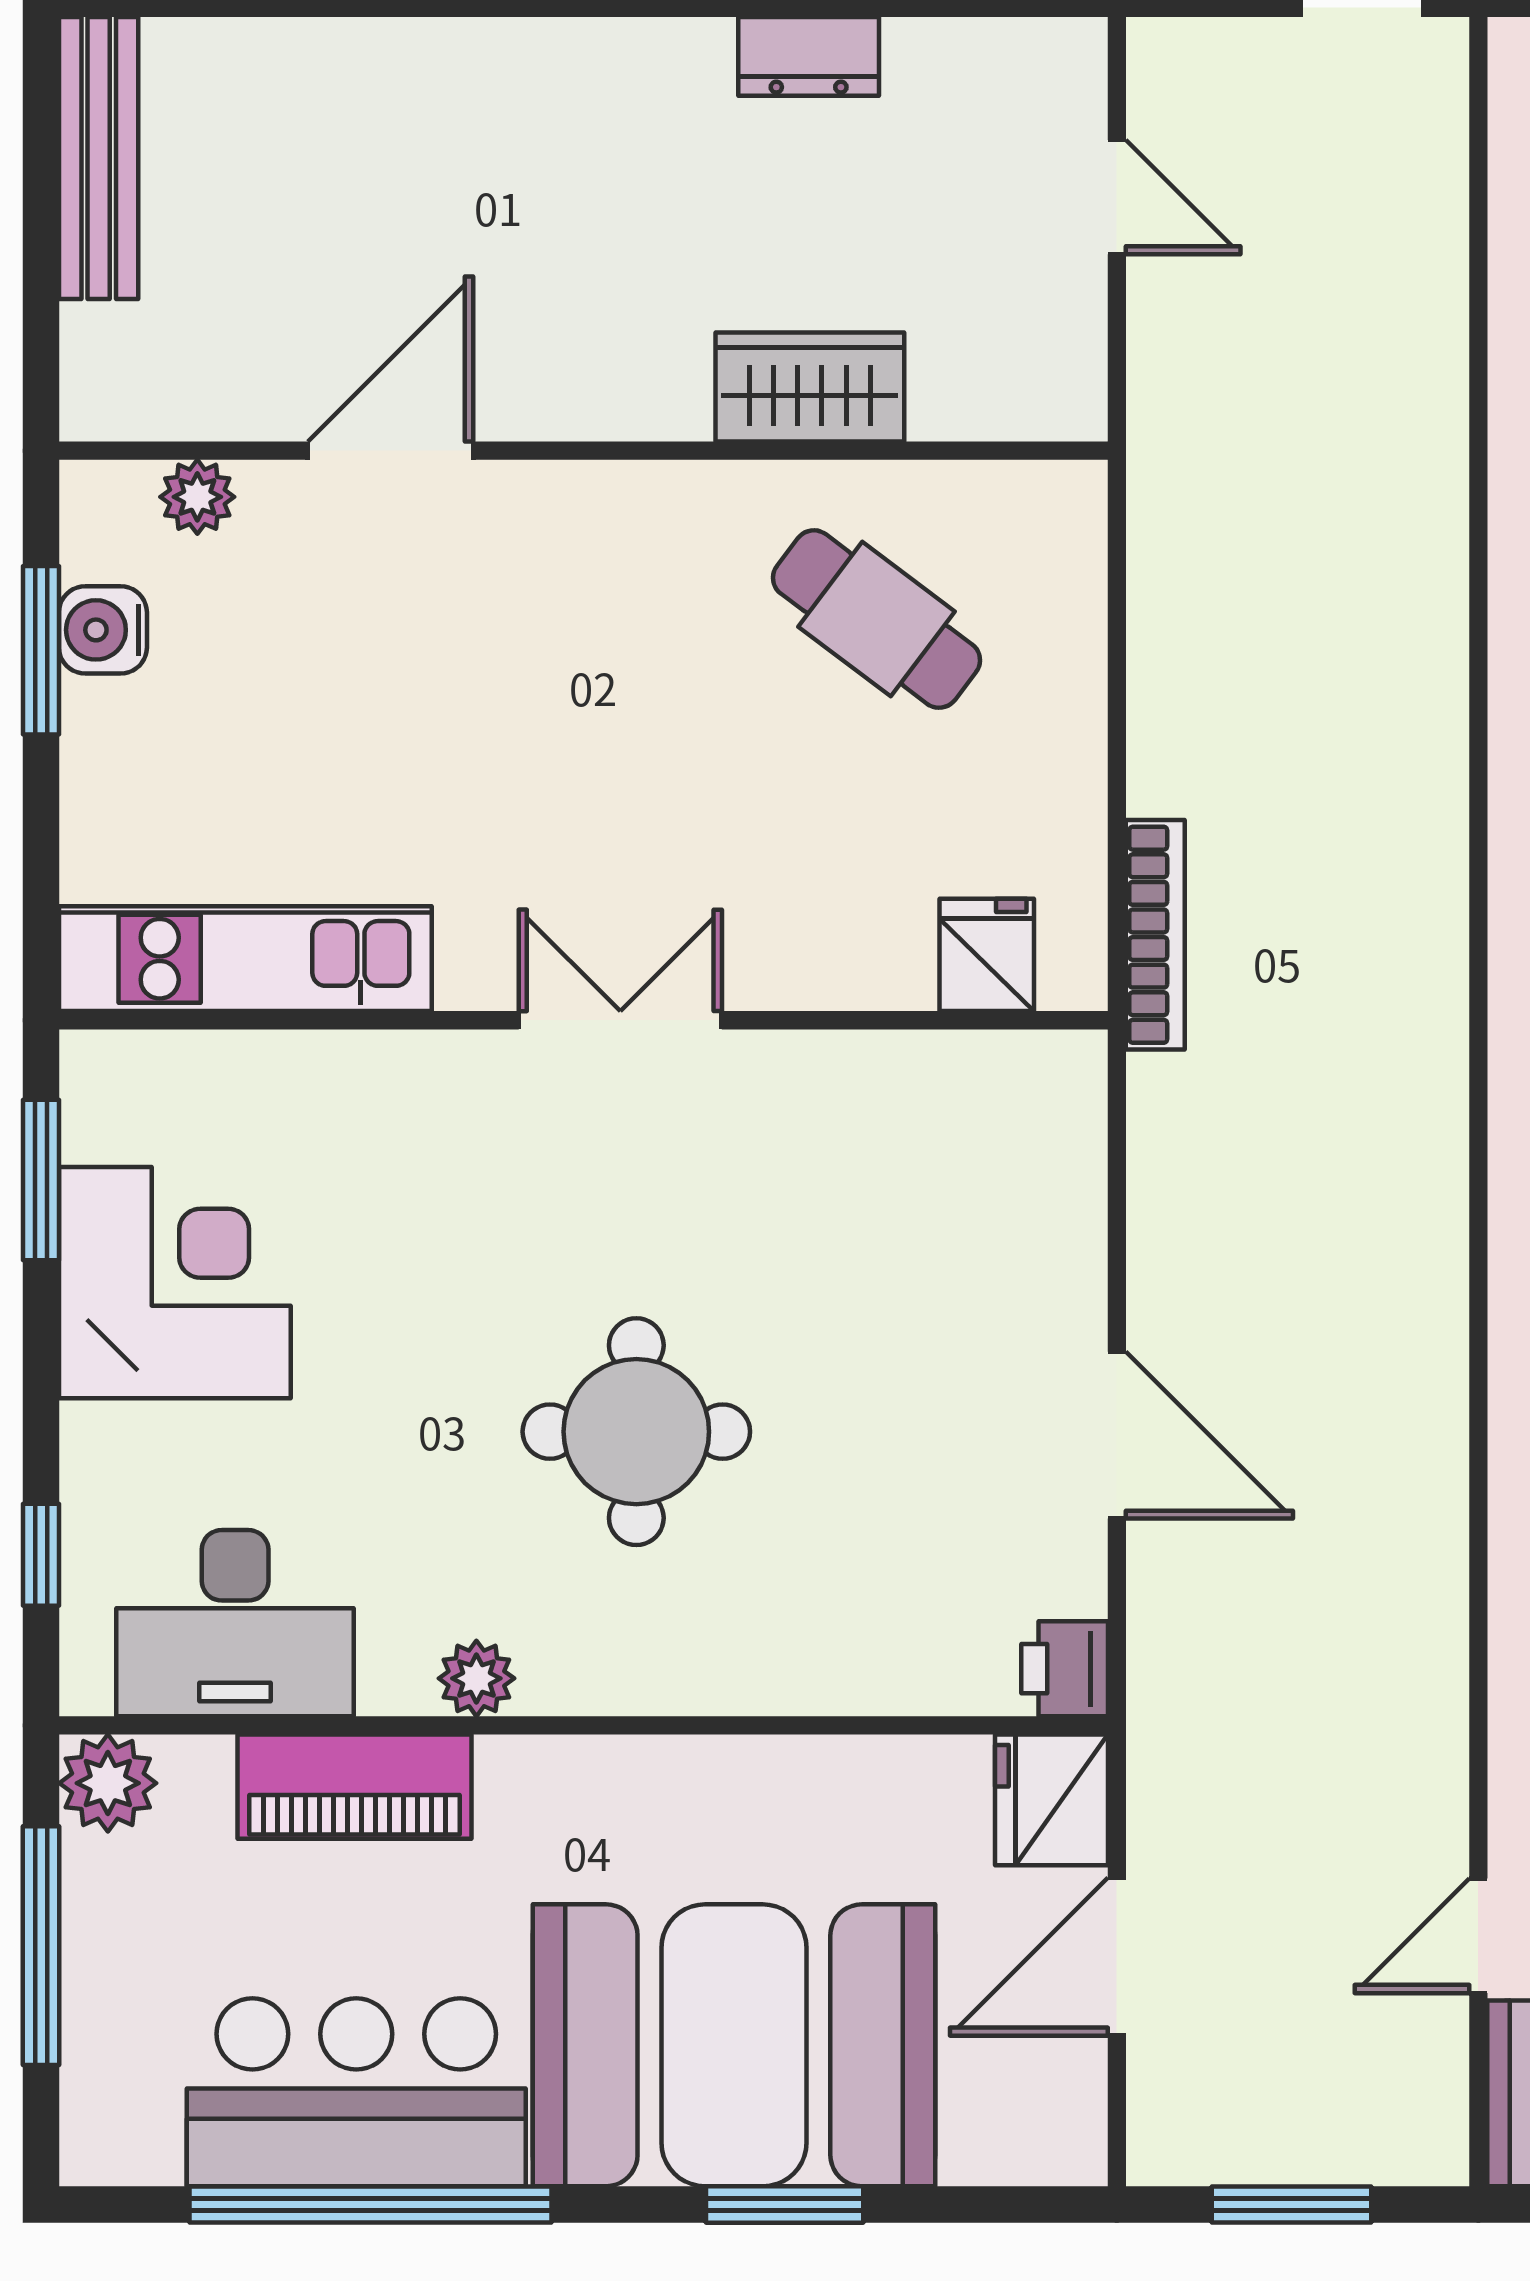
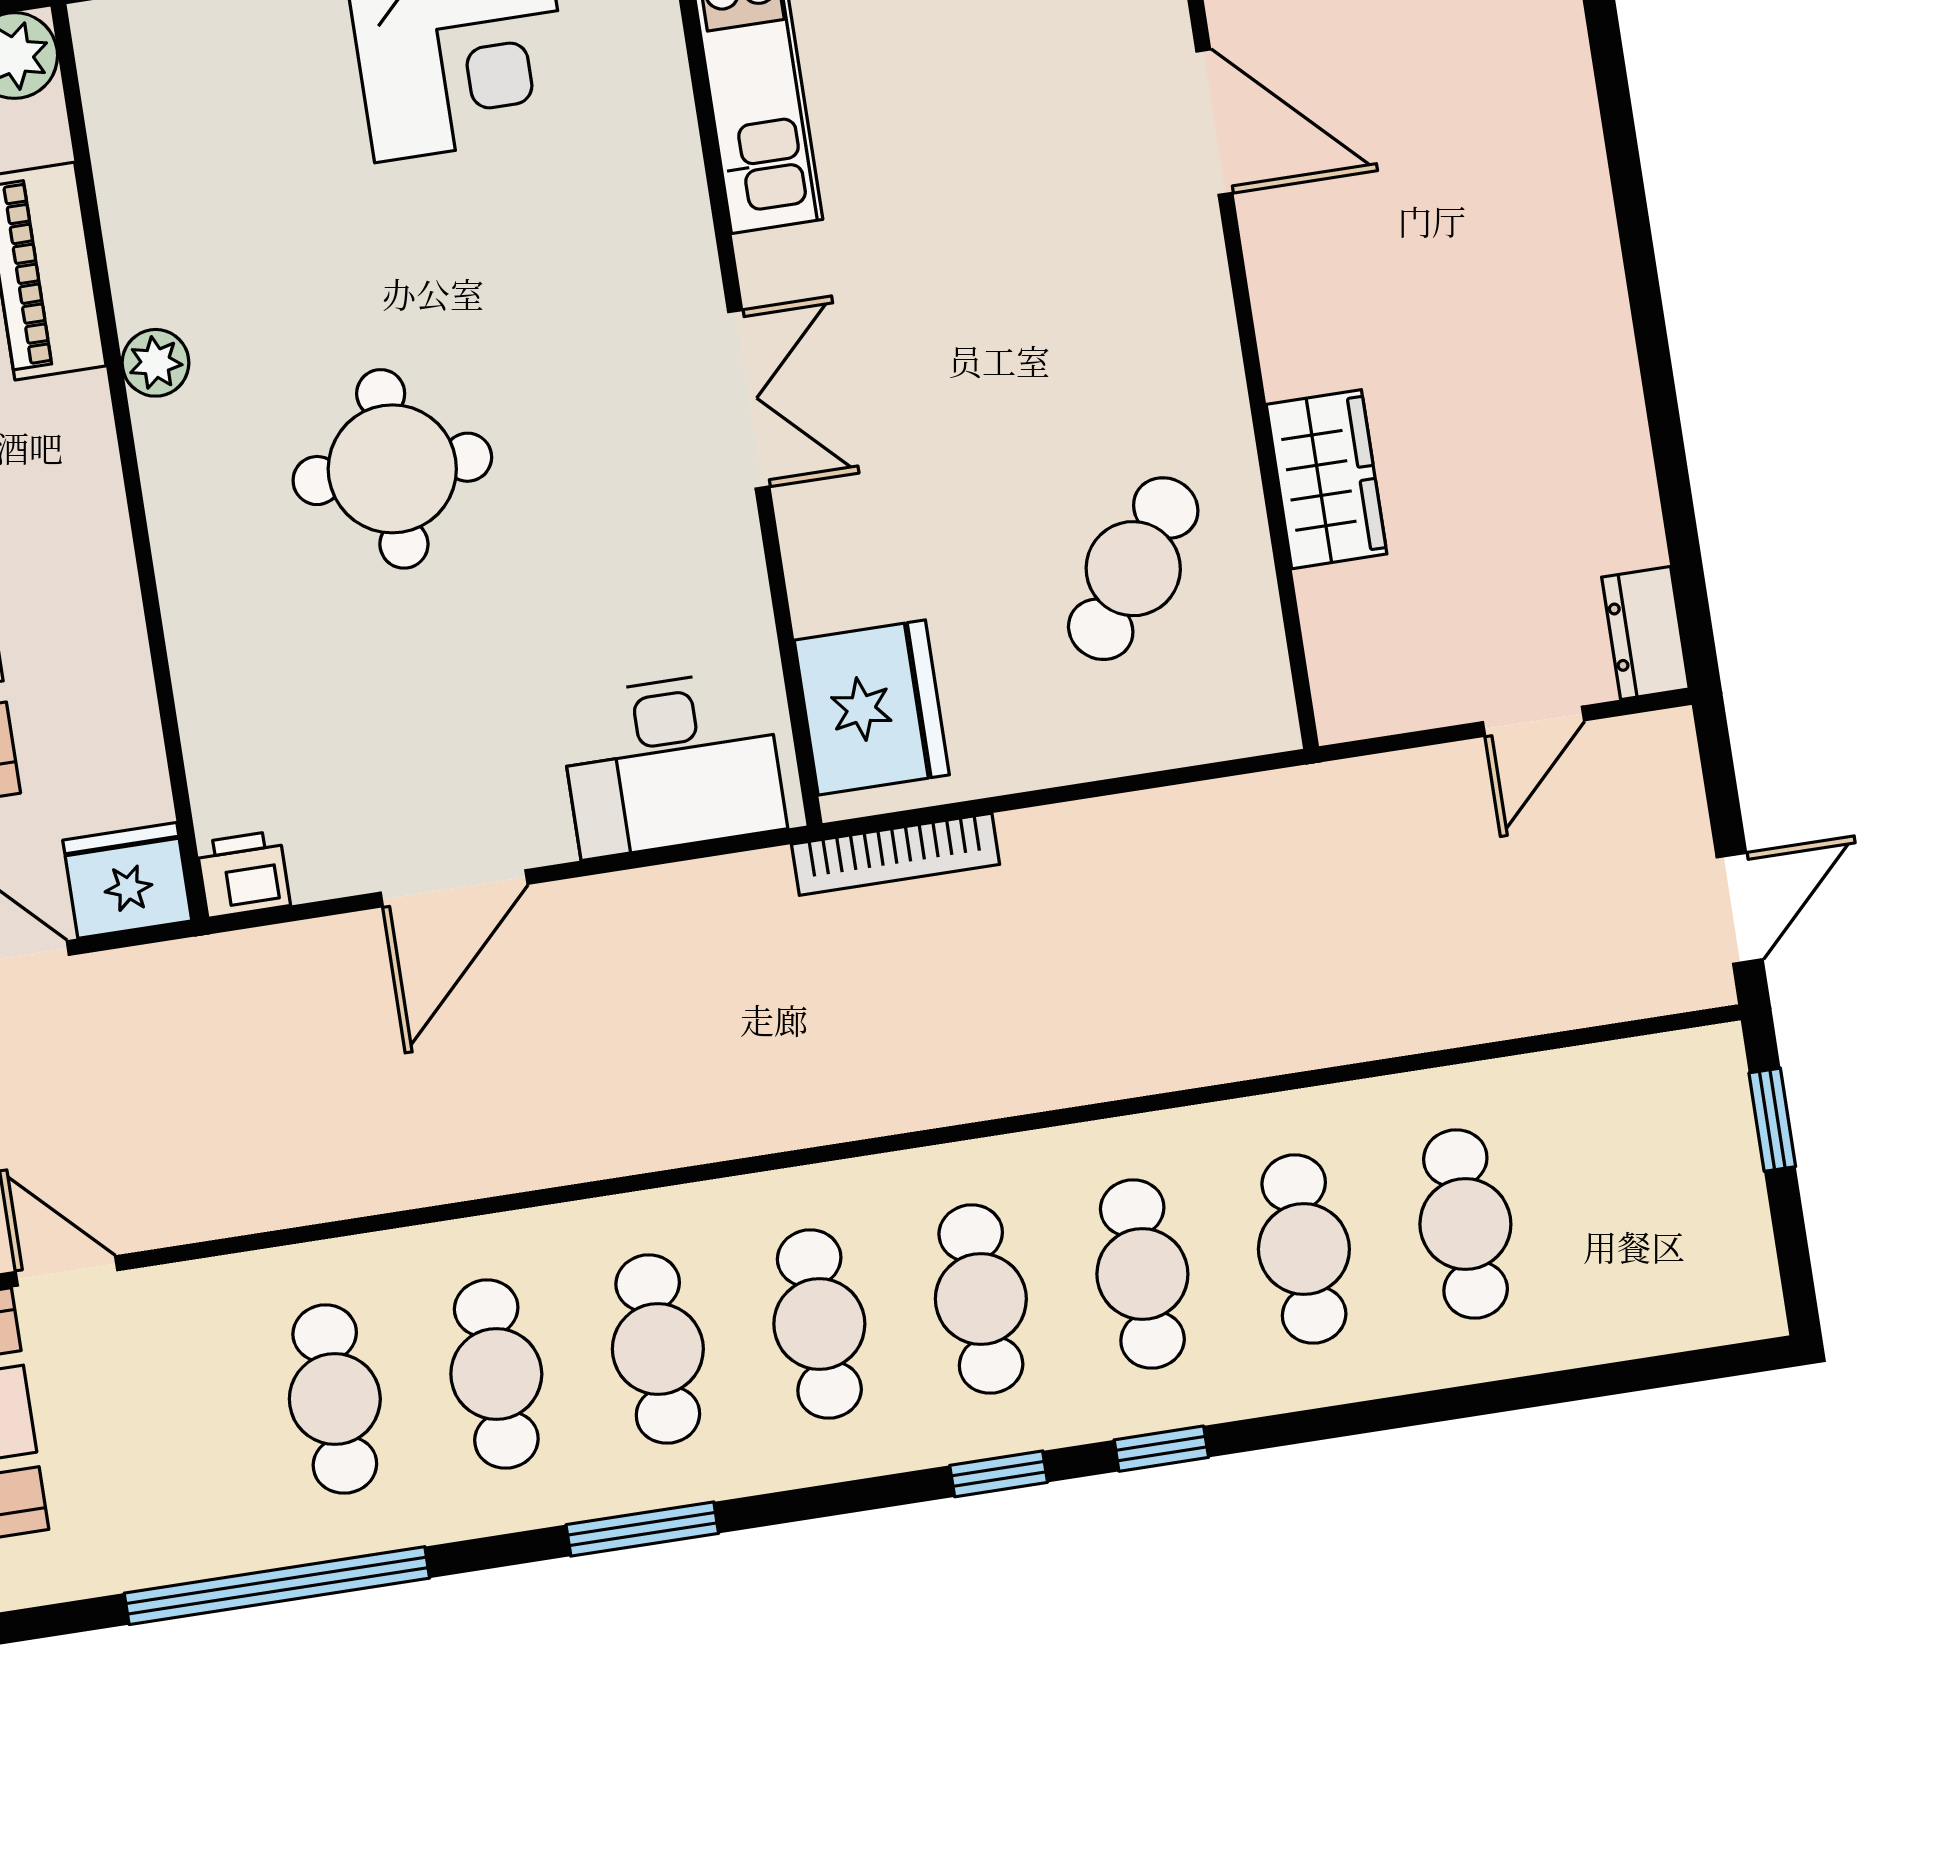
dresser: (809, 56) -> (1646, 633), moved
fridge: (987, 955) -> (872, 707), width x1.88, depth x1.34
desk: (235, 1623) -> (672, 763), moved, turned -90

